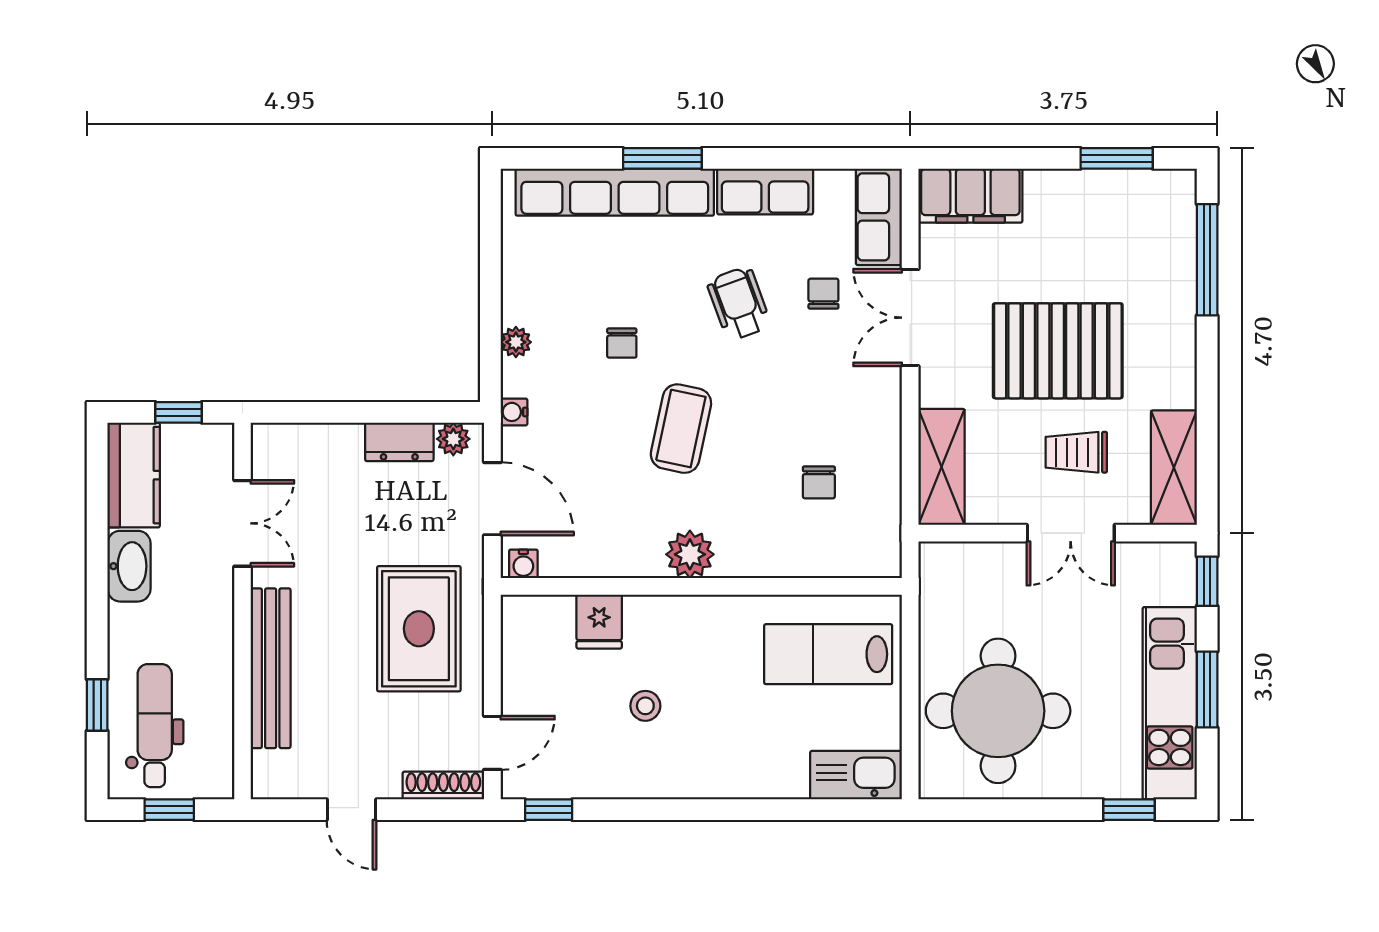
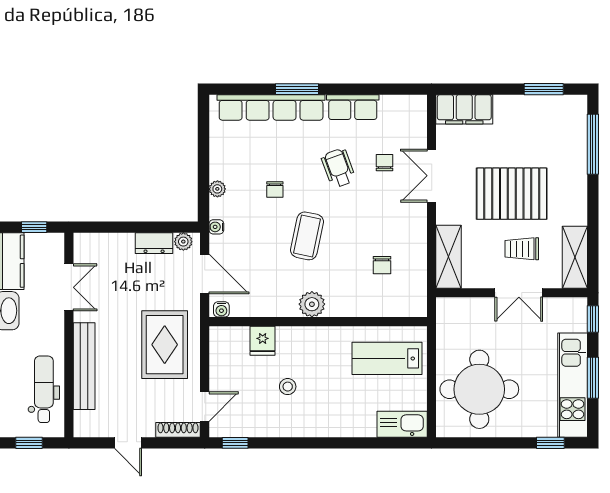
row of seats: (879, 217) -> (415, 121), removed
dental chair: (155, 726) -> (44, 389), moved

